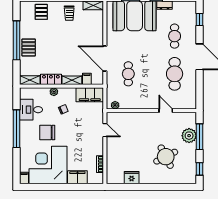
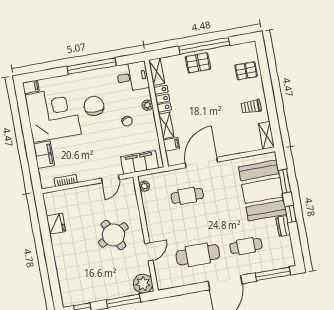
window: (199, 19) -> (273, 274), width x2.17
filing cabinet: (90, 95) -> (139, 162), moved, turned 90
desk: (31, 110) -> (133, 77), moved, turned 90
plant: (189, 136) -> (143, 284), moved
round table: (166, 157) -> (113, 235), moved

